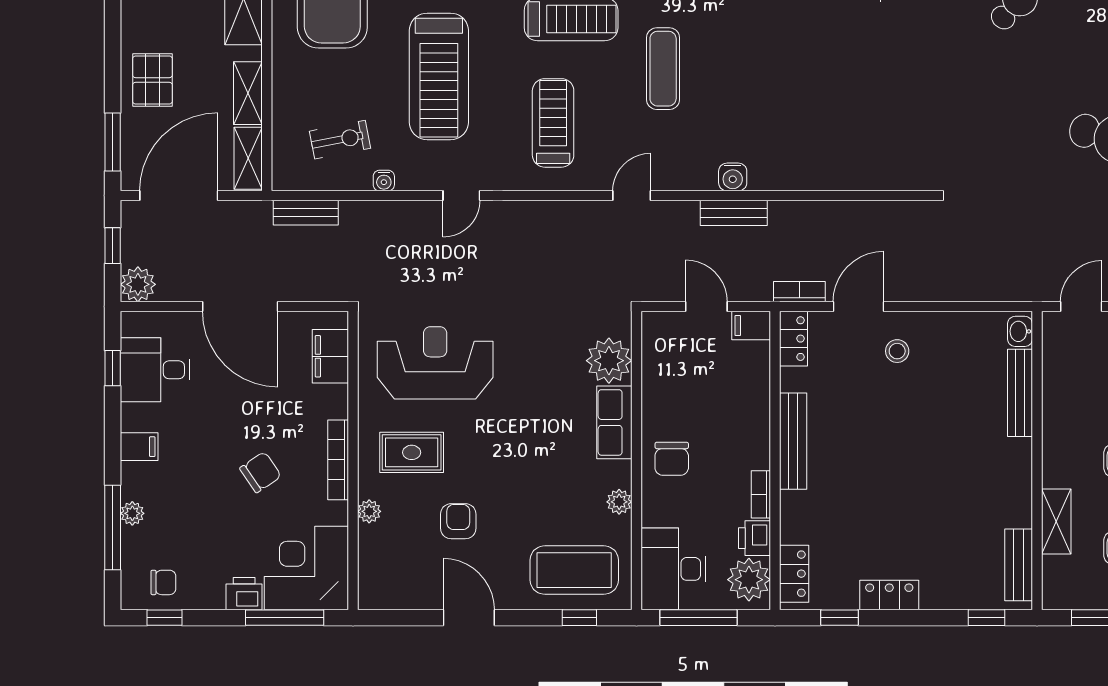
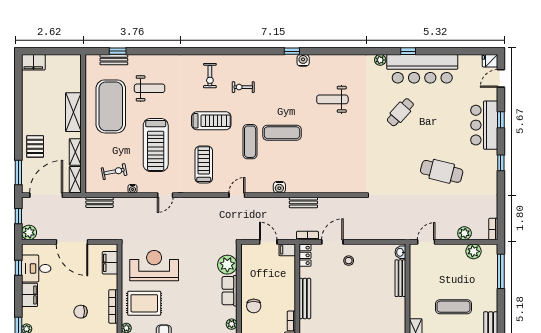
exercise mat: (739, 47) -> (282, 133), added
bench: (734, 213) -> (303, 202), moved
filing cabinet: (139, 447) -> (29, 295), width x2.00
rug: (412, 452) -> (144, 303), width x1.36, depth x1.43
chair: (261, 472) -> (81, 312), turned -146

